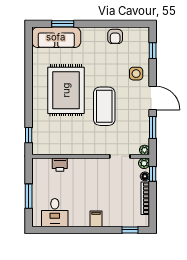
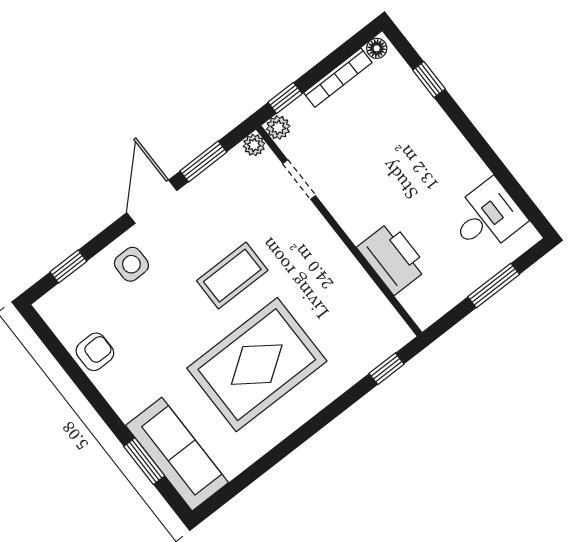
coffee table: (104, 106) -> (232, 276), width x0.73, depth x0.76
printer: (60, 165) -> (393, 258), width x1.87, depth x1.48
floor lamp: (145, 176) -> (377, 48), moved
filing cabinet: (96, 219) -> (441, 136), removed
window: (130, 230) -> (429, 80), moved

